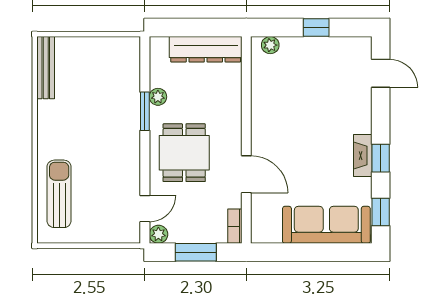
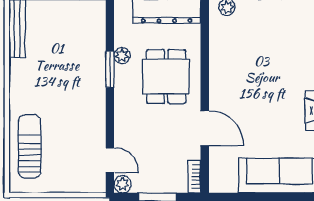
dining table: (184, 153) -> (166, 77), moved
door: (145, 209) -> (110, 160), hinge flipped

